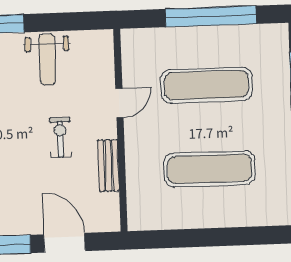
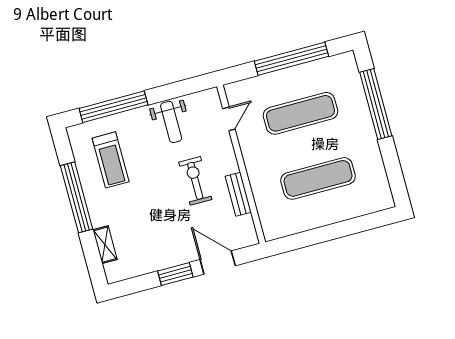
door: (119, 103) -> (229, 119), moved
exercise bike: (60, 137) -> (195, 181), width x1.38, depth x1.39

